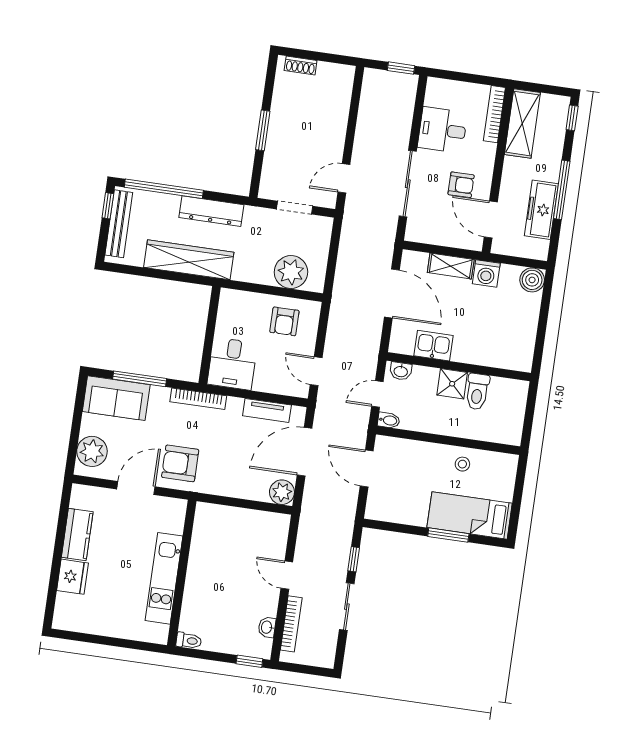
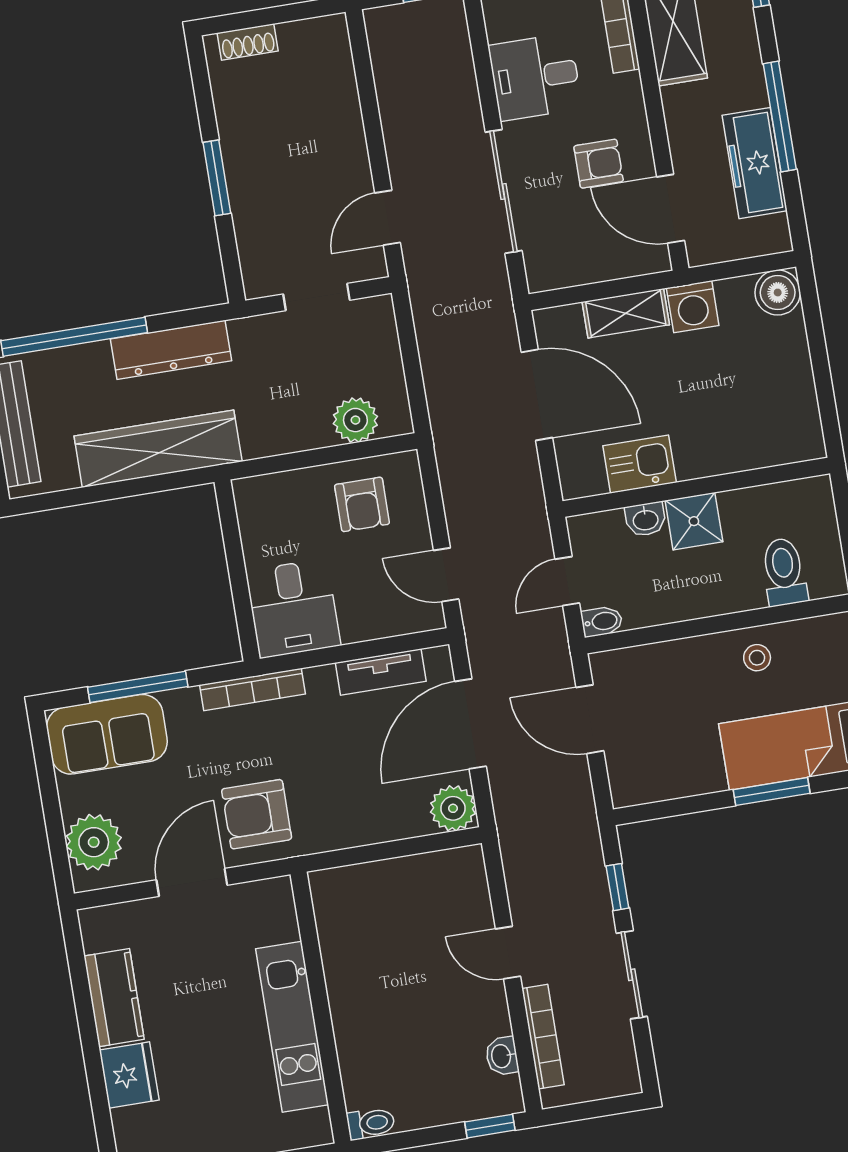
plant: (291, 272) -> (355, 420), width x0.73, depth x0.73
washbasin: (401, 371) -> (645, 519), moved
toilet: (477, 392) -> (784, 572), moved, turned 180

